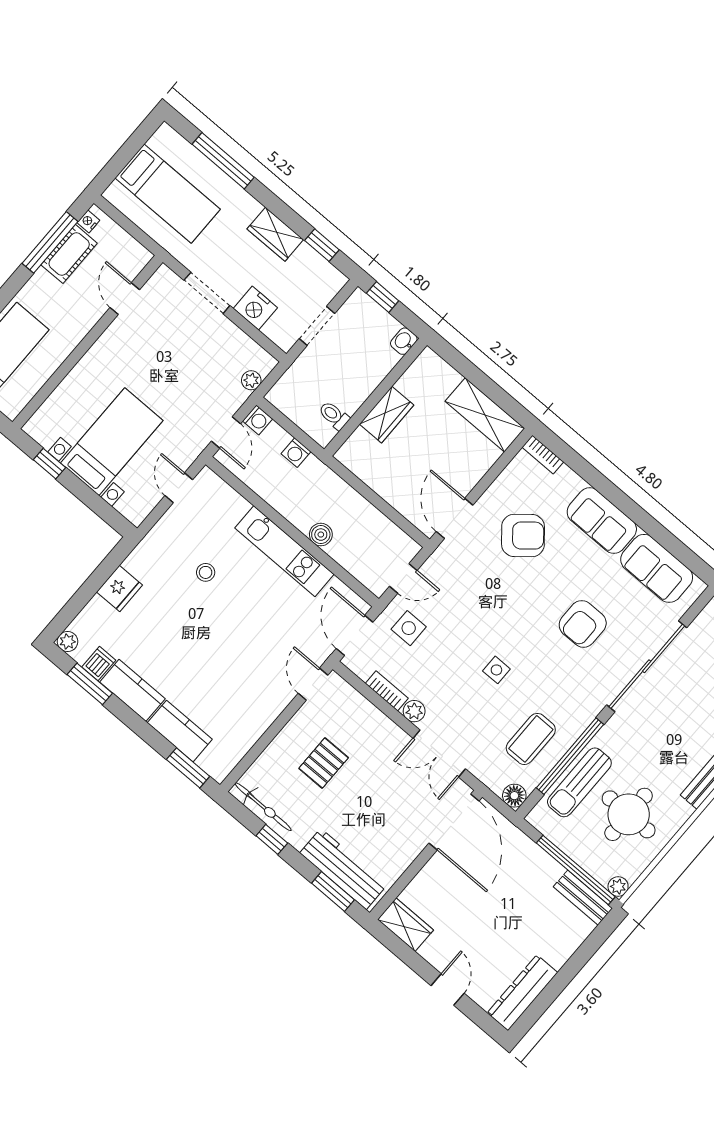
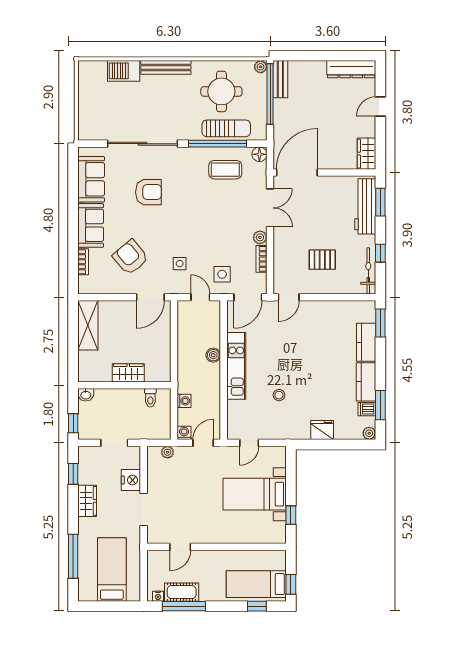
bookcase: (543, 455) -> (83, 262), moved
side table: (496, 670) -> (180, 264), moved

